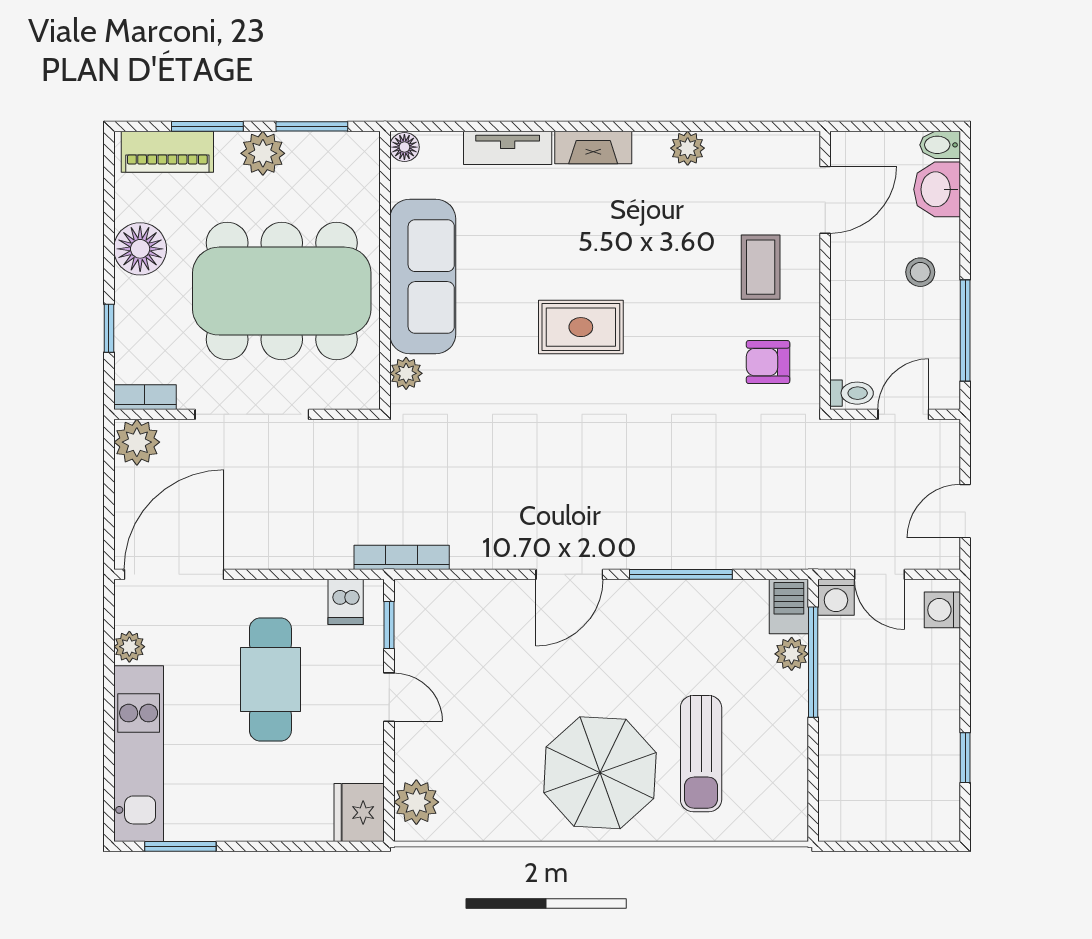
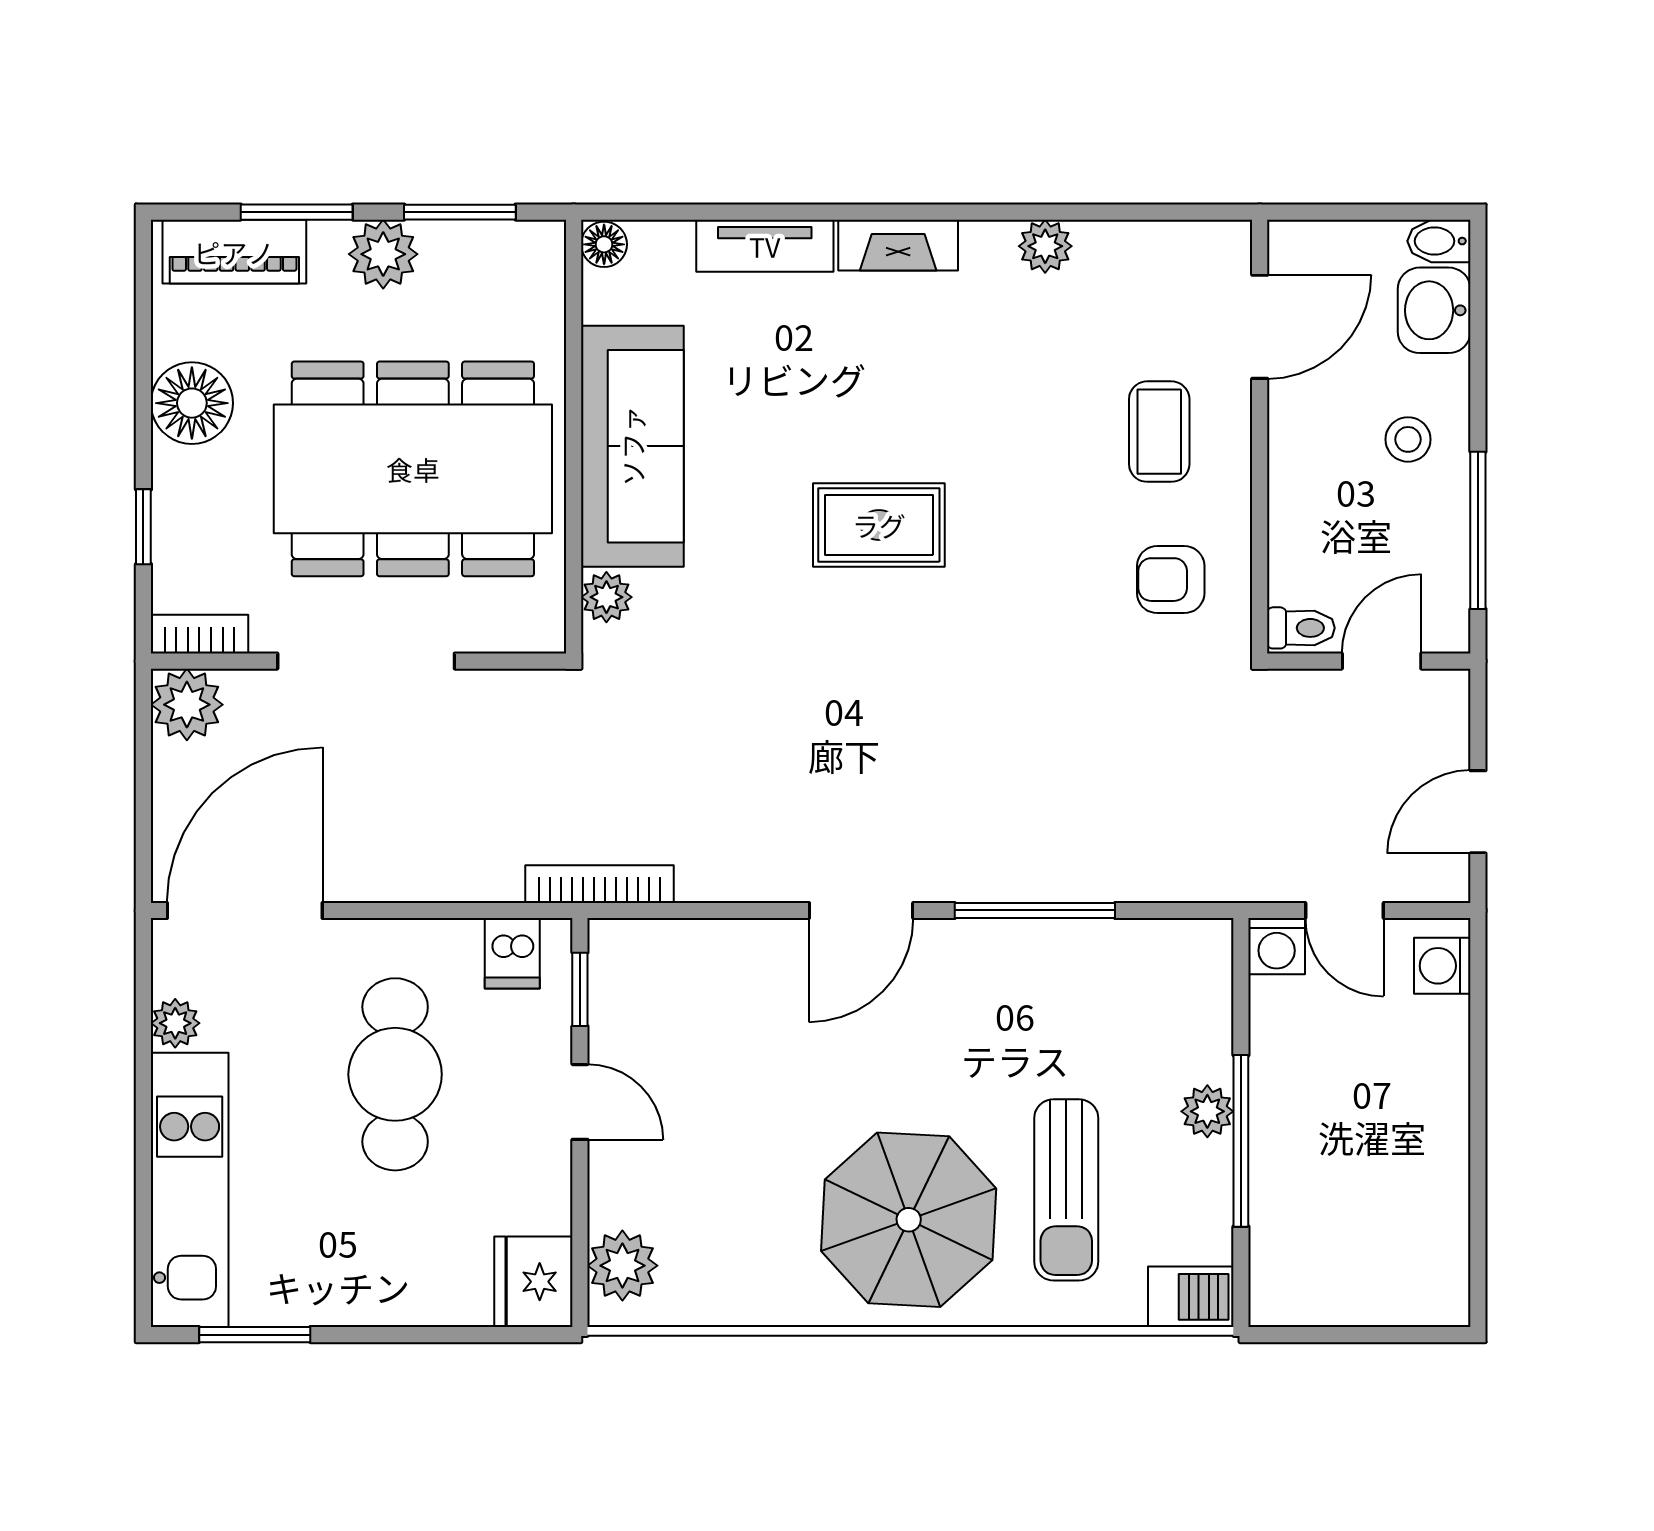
barbecue: (789, 607) -> (1191, 1297), moved, turned 90
plant: (792, 654) -> (1207, 1111), moved
window: (813, 662) -> (1241, 1141), moved
window: (965, 758) -> (1478, 1196), removed

